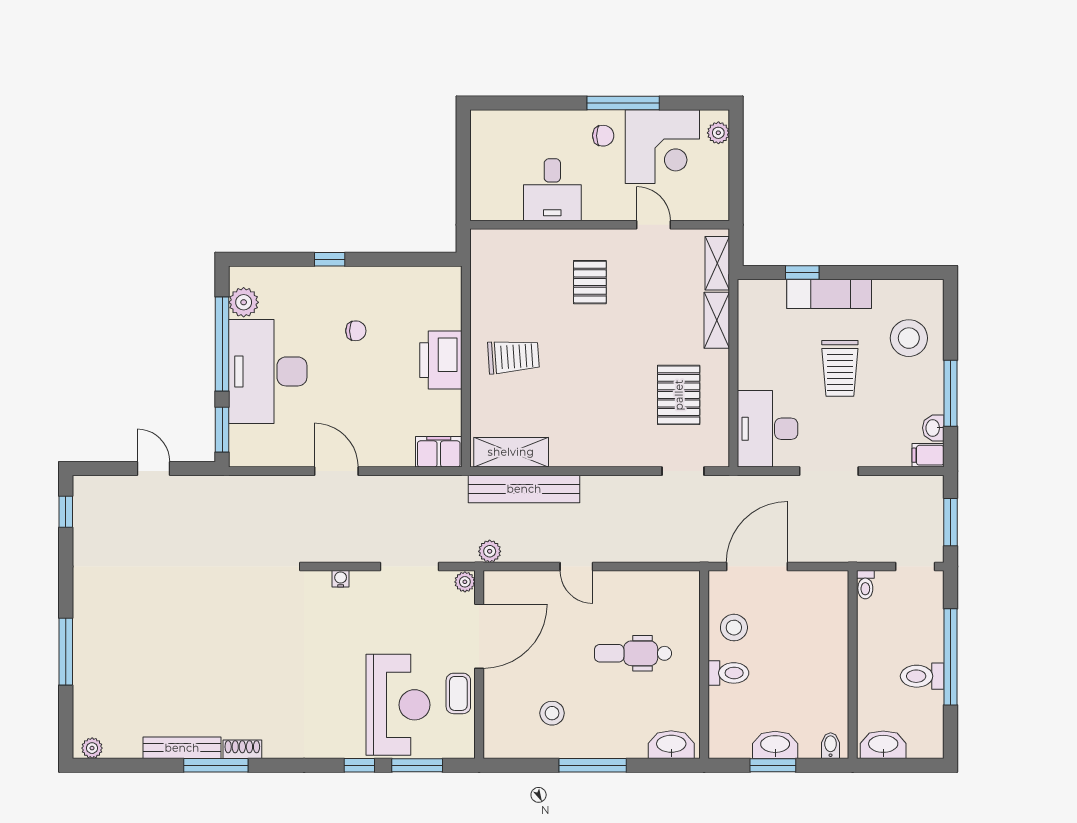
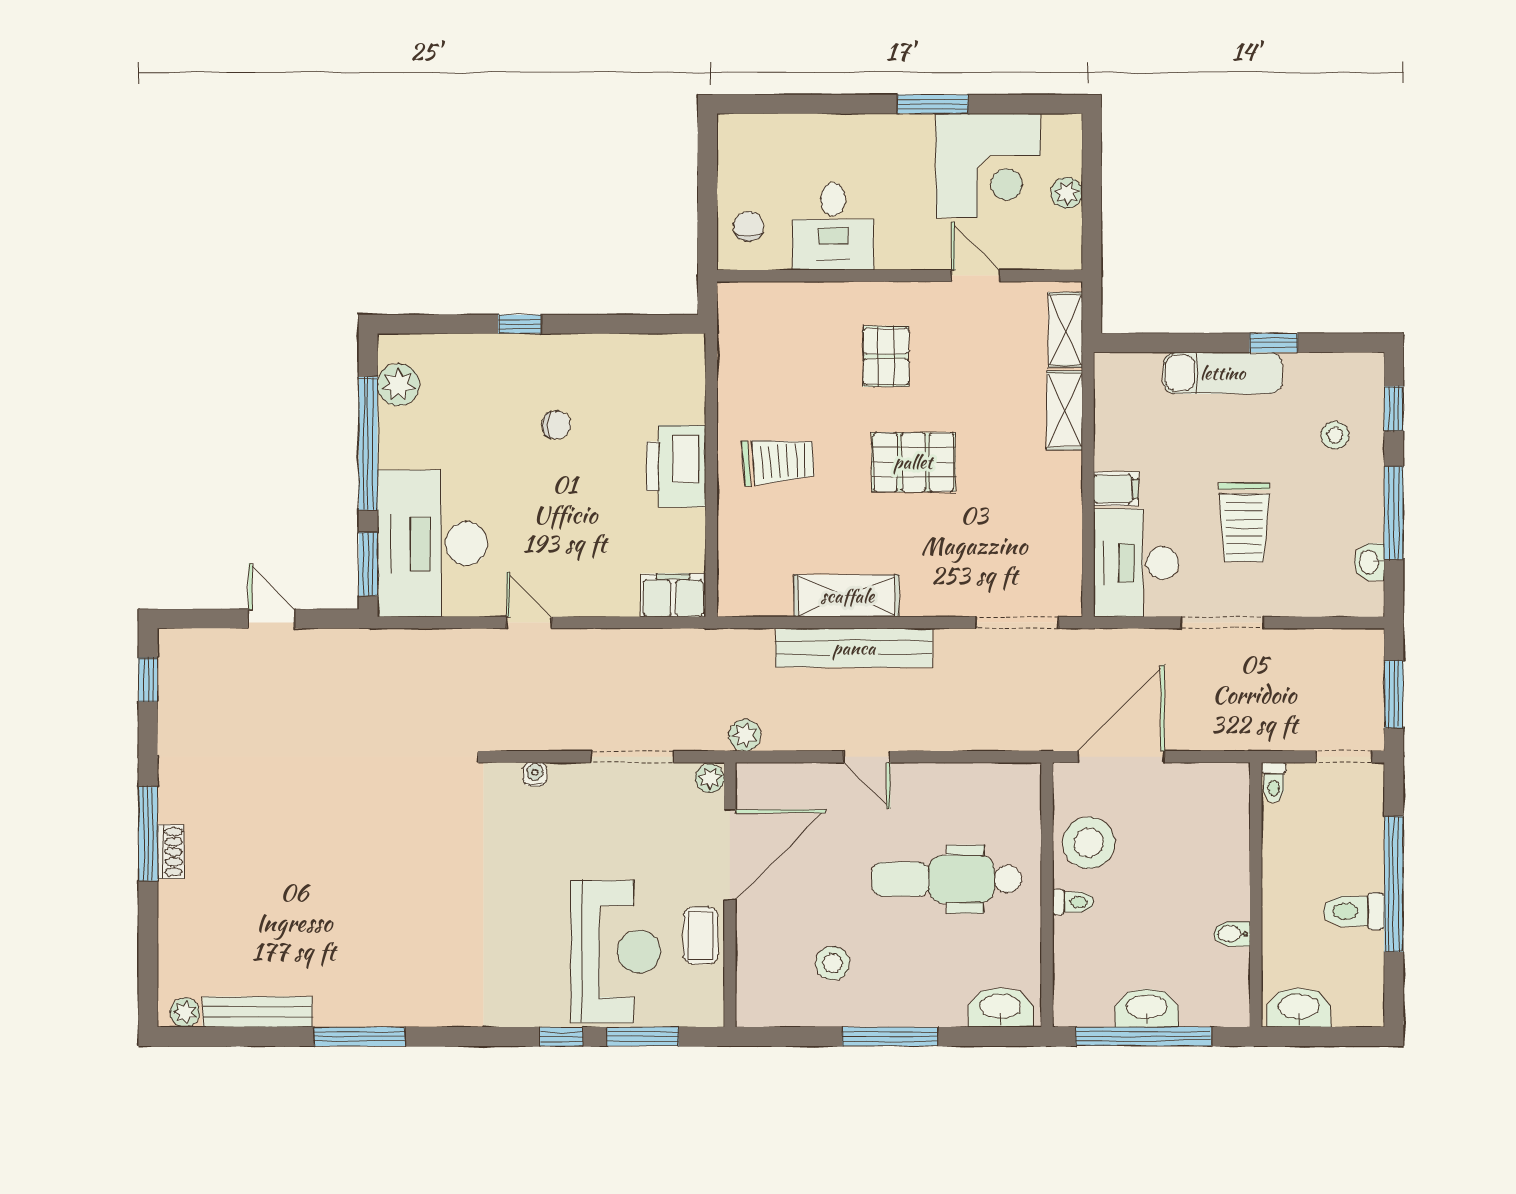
window: (623, 103) -> (933, 104), width x0.69
plant: (718, 133) -> (1067, 193), moved
chair: (603, 136) -> (749, 226), moved, turned -90
window: (802, 272) -> (1273, 343), moved
window: (951, 319) -> (1394, 409), added
stool: (909, 338) -> (1335, 435), width x0.53, depth x0.53
trolley: (840, 368) -> (1244, 522), moved
desk: (268, 371) -> (432, 544), moved
pallet: (679, 395) -> (913, 462), moved, turned 90
shelving: (511, 452) -> (847, 596), moved
filing cabinet: (928, 455) -> (1116, 489), moved, turned 180
door: (336, 471) -> (529, 623), width x0.73
doorway: (683, 471) -> (1017, 623), width x1.38
bench: (524, 489) -> (854, 648), moved
stool: (734, 628) -> (1089, 843), width x1.38, depth x1.38
window: (66, 652) -> (148, 834), moved
dental chair: (633, 653) -> (947, 879), width x1.36, depth x1.38
toilet: (728, 673) -> (1073, 902), width x0.73, depth x0.72
bidet: (831, 746) -> (1232, 934), moved, turned -90
bench: (182, 748) -> (257, 1012), moved
shoe rack: (242, 749) -> (171, 852), moved, turned 90
window: (773, 765) -> (1144, 1037), width x2.11

